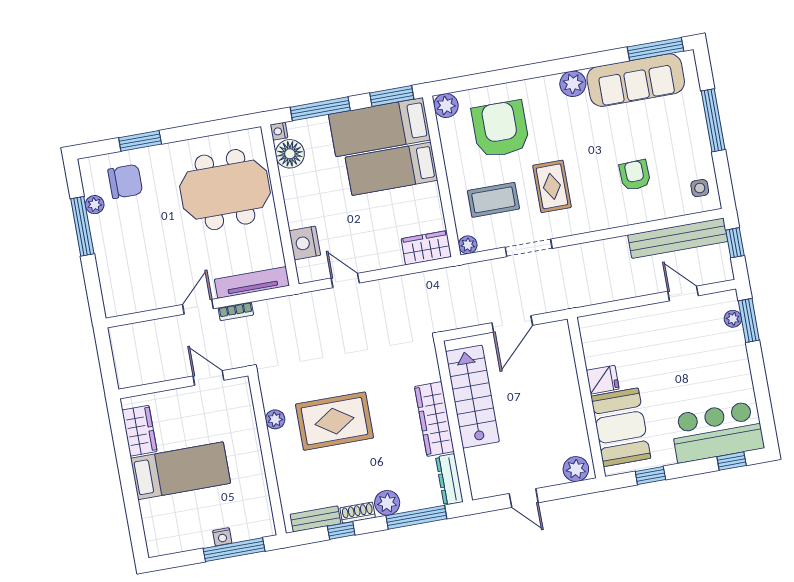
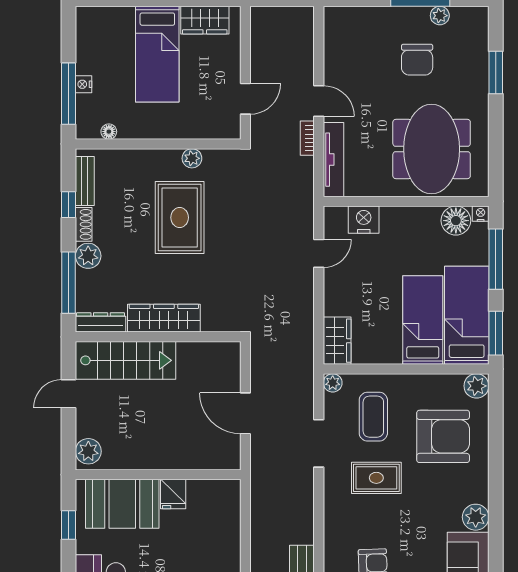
chair: (125, 181) -> (417, 60), moved
stairs: (472, 397) -> (126, 360), moved
floor lamp: (264, 504) -> (109, 132), added

